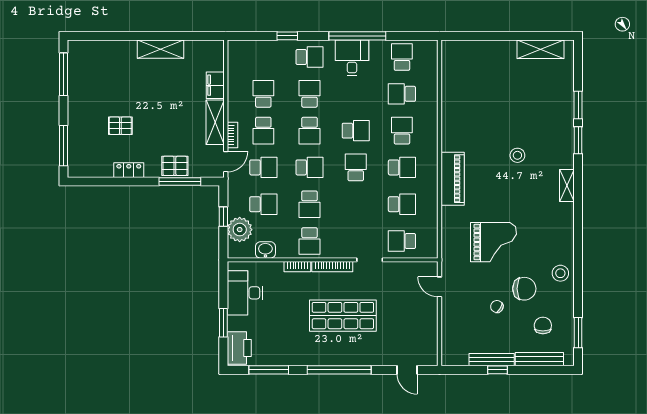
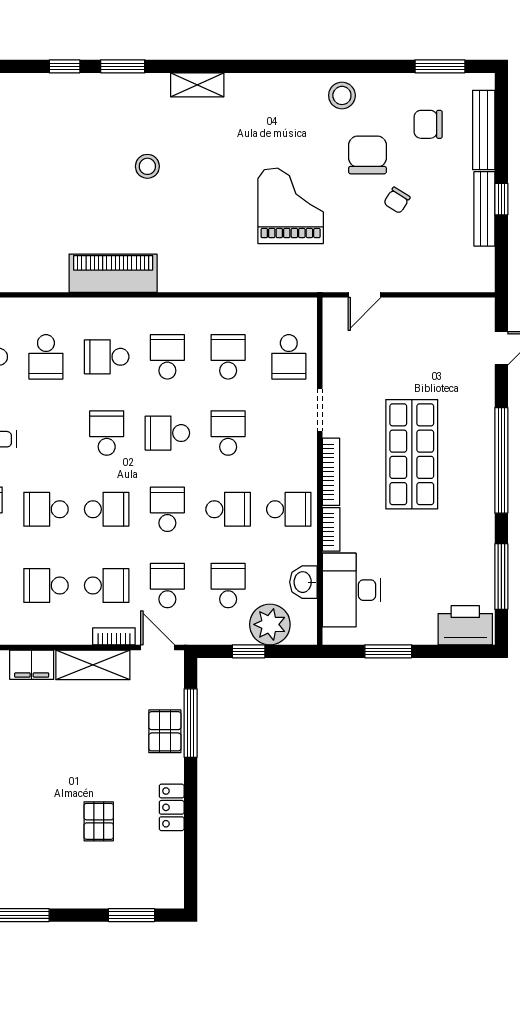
window: (578, 105) -> (65, 66), width x0.67
window: (64, 146) -> (131, 915), width x0.69
piano: (453, 179) -> (113, 273), moved
school desk: (356, 204) -> (228, 433), added
desk: (245, 293) -> (351, 590), moved, turned 90
window: (223, 323) -> (388, 651), moved

